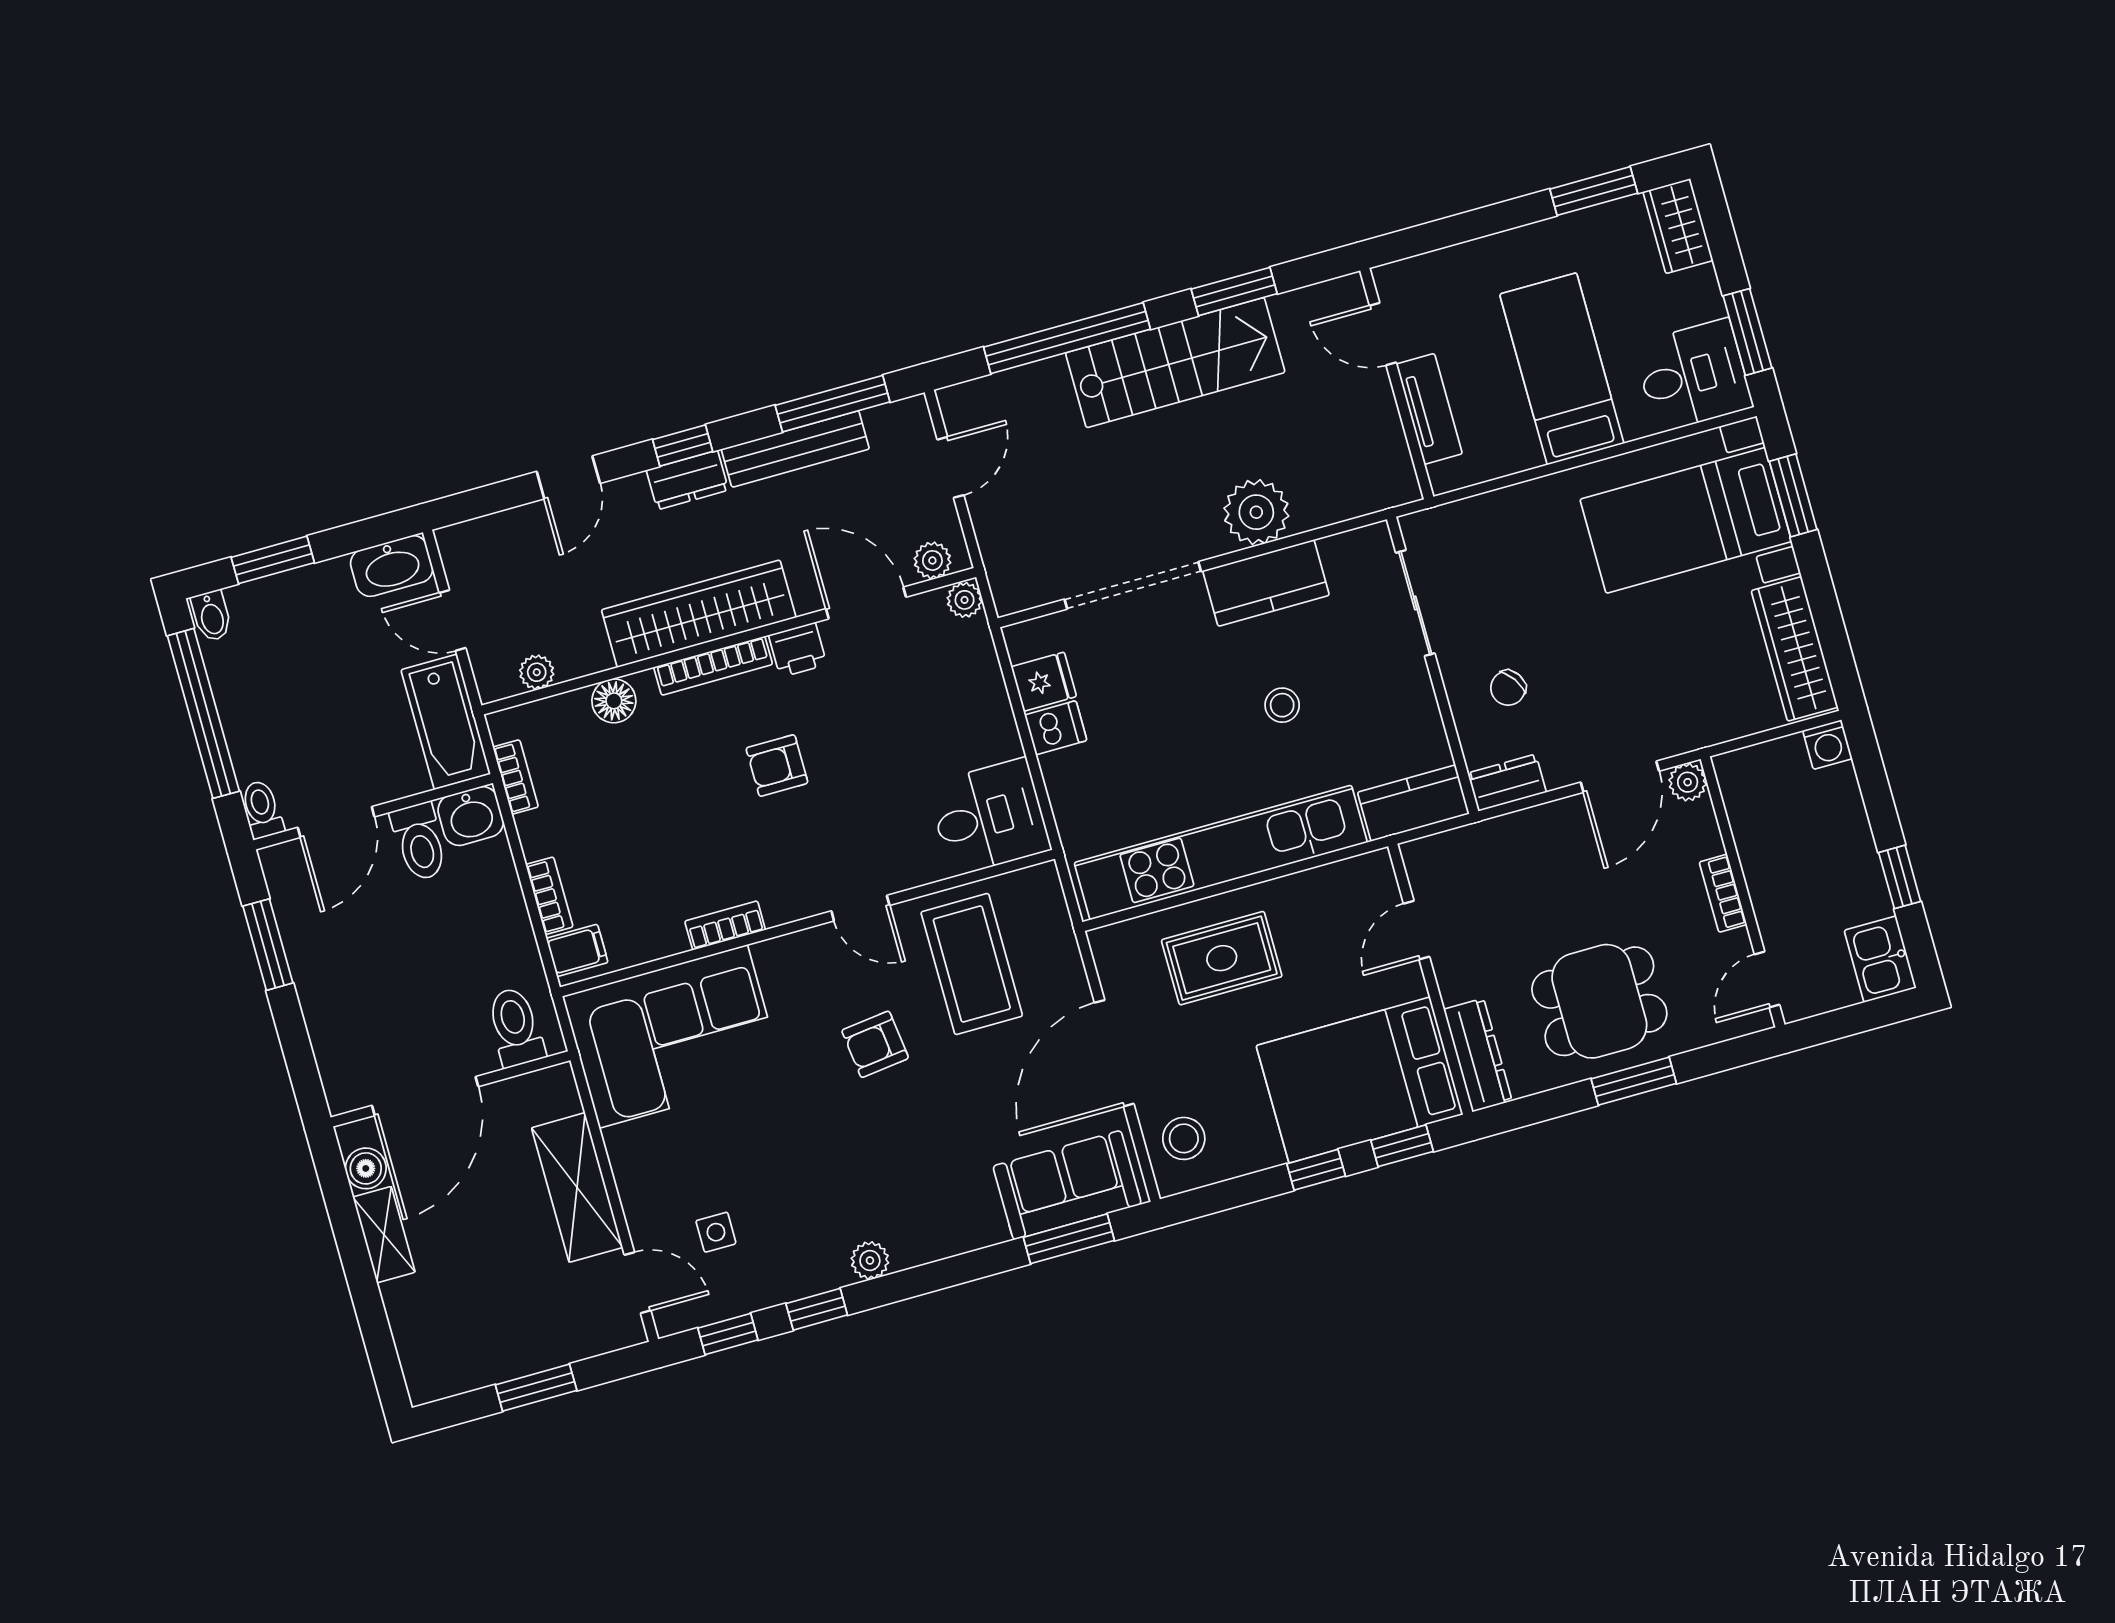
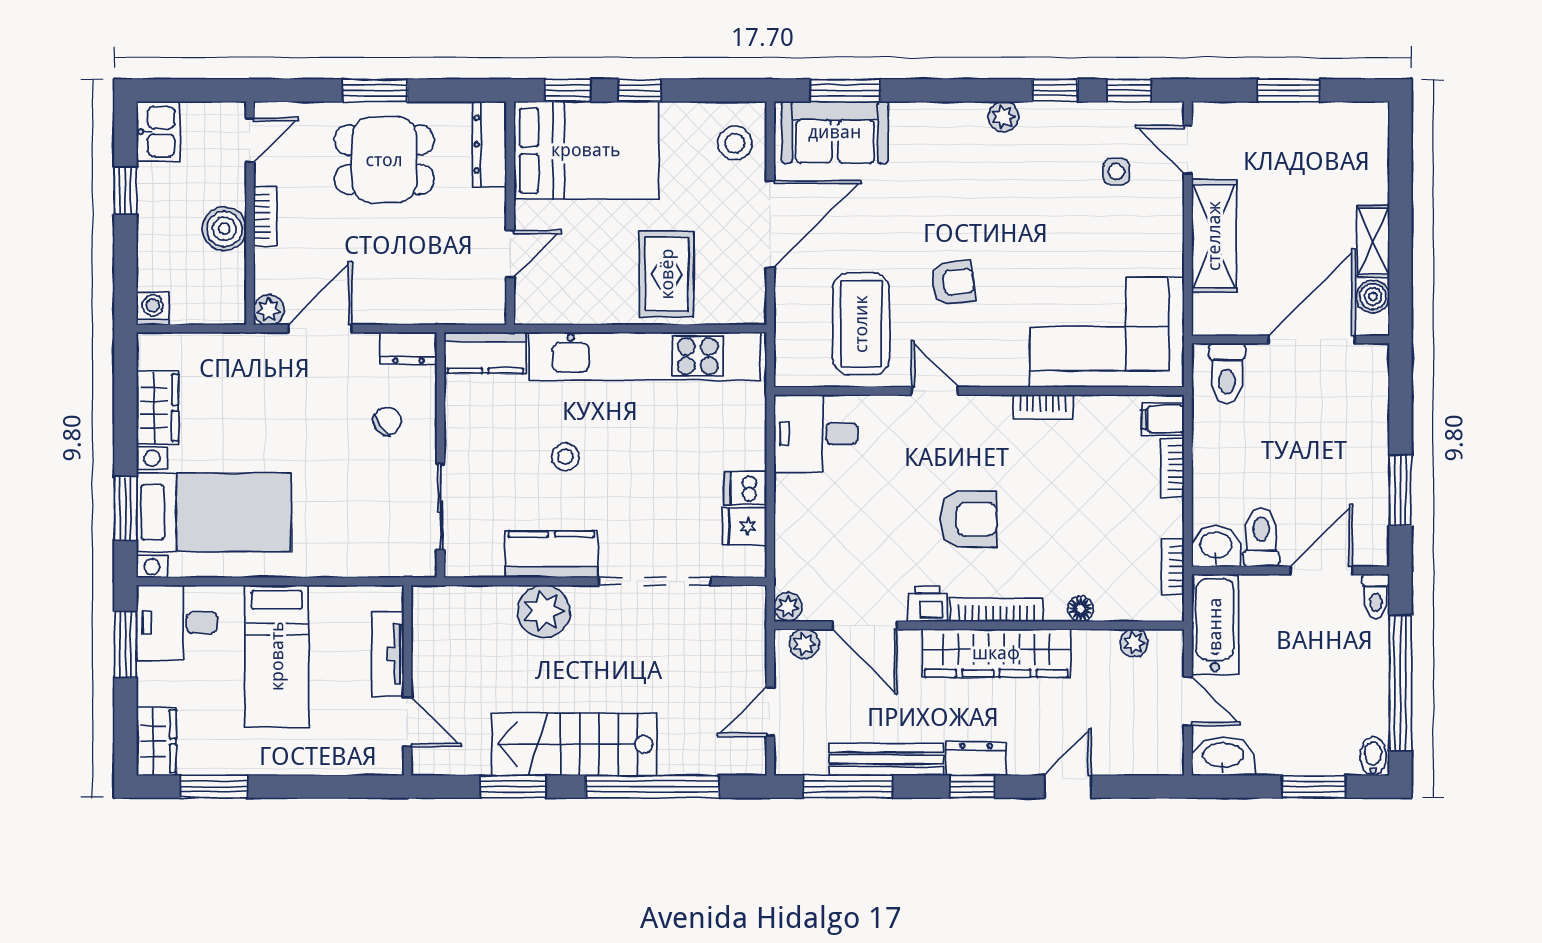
wardrobe: (1795, 649) -> (157, 408), width x0.67
floor lamp: (614, 701) -> (1081, 609), width x0.73, depth x0.73
armchair: (777, 766) -> (969, 519), width x1.38, depth x1.38
boiler: (1768, 865) -> (224, 229), added
rug: (1222, 958) -> (667, 274), turned 90

